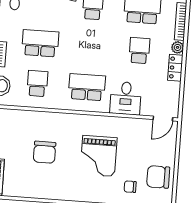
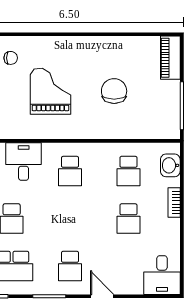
school desk: (40, 43) -> (128, 219), width x0.54
school desk: (87, 87) -> (70, 171), width x0.54

